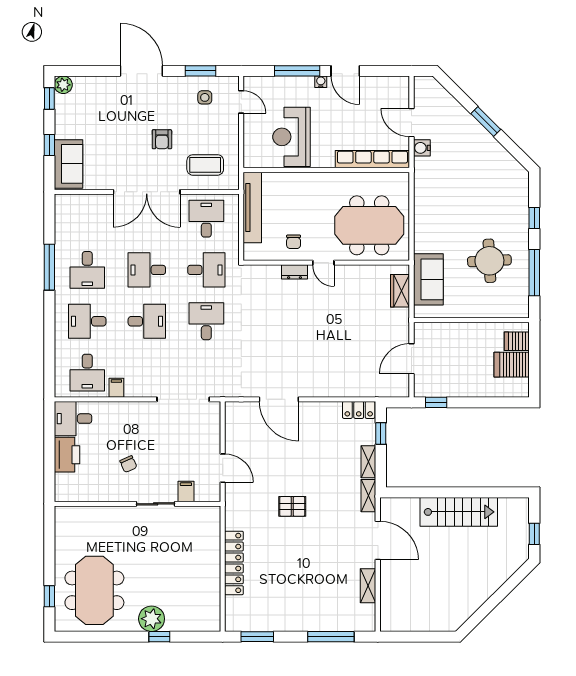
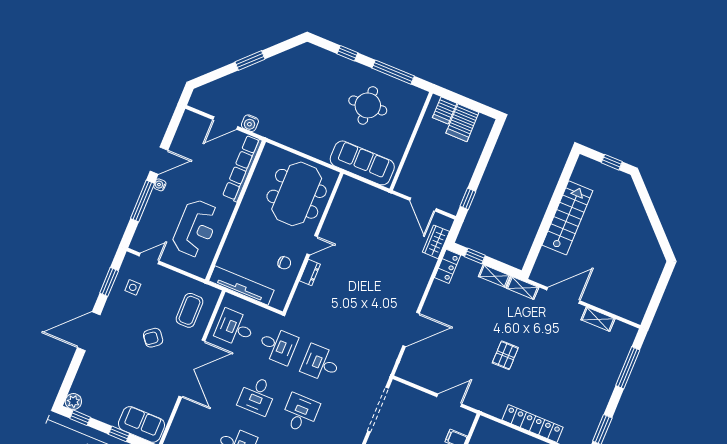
reception desk: (292, 137) -> (196, 228), turned -90
armchair: (162, 139) -> (153, 338), turned 142
desk: (206, 270) -> (278, 346), turned 90
sofa: (428, 279) -> (362, 163), width x1.36
wardrobe: (400, 291) -> (436, 242), moved, turned 90

